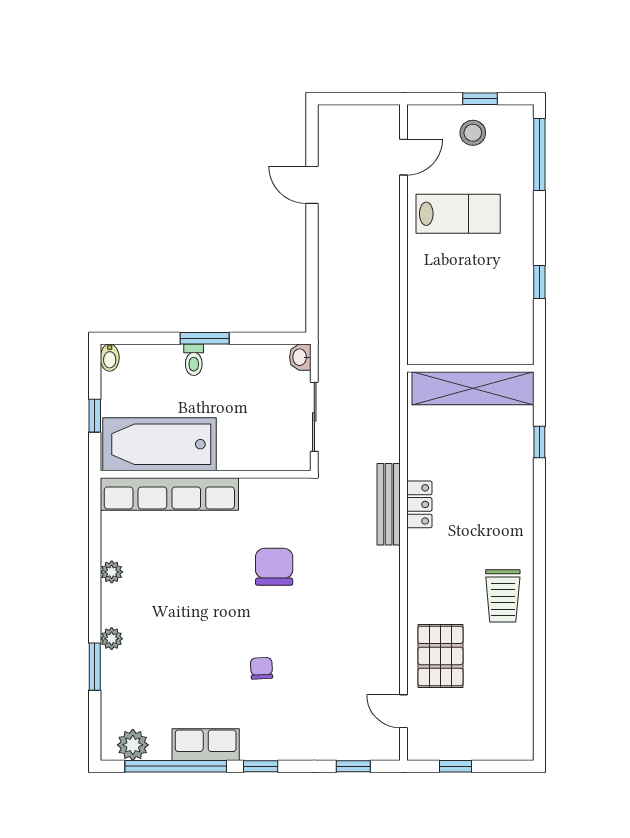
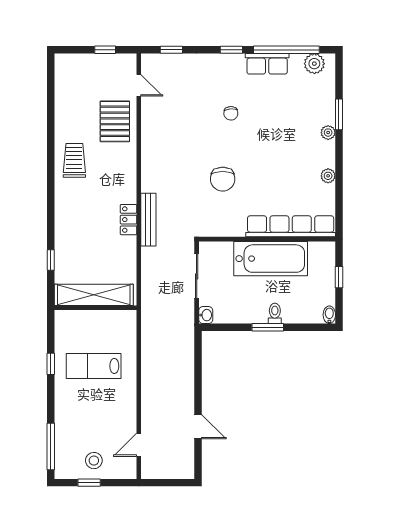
lab bench: (458, 214) -> (94, 366), moved
bathtub: (160, 444) -> (271, 259), moved

